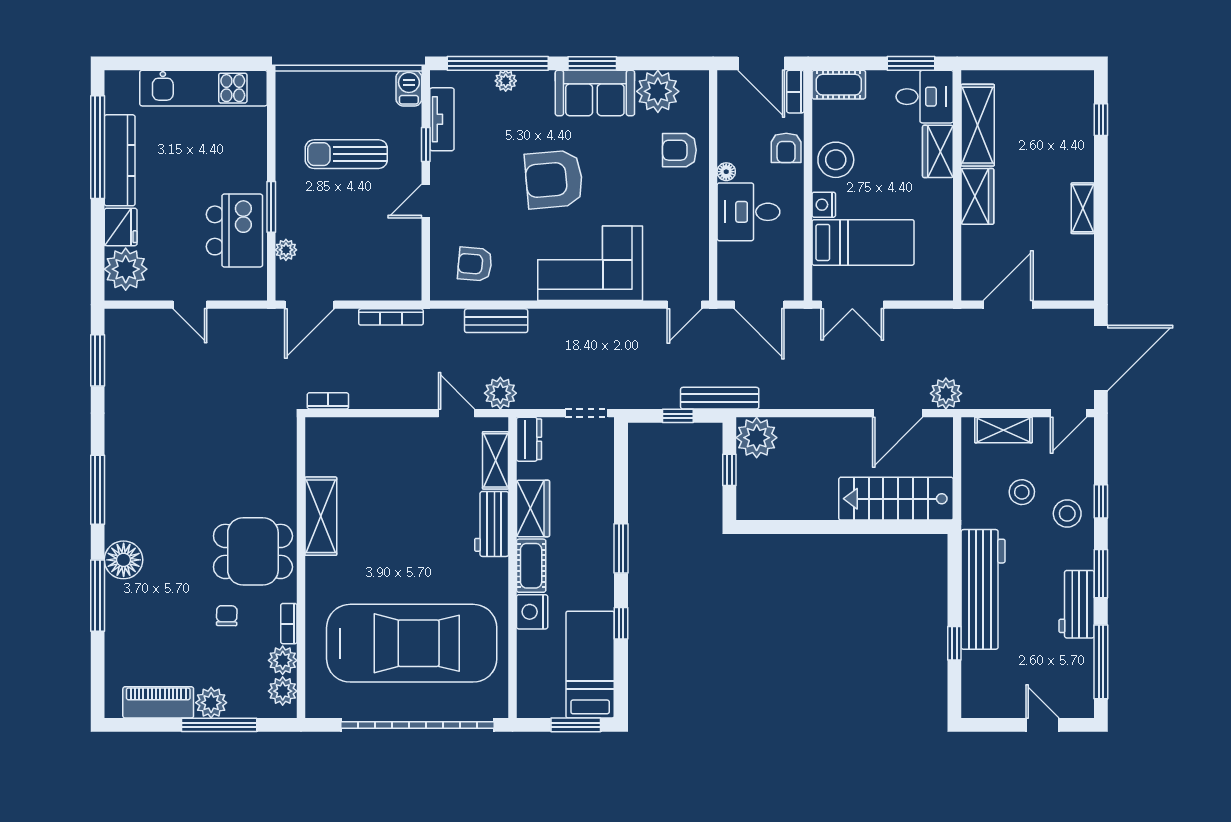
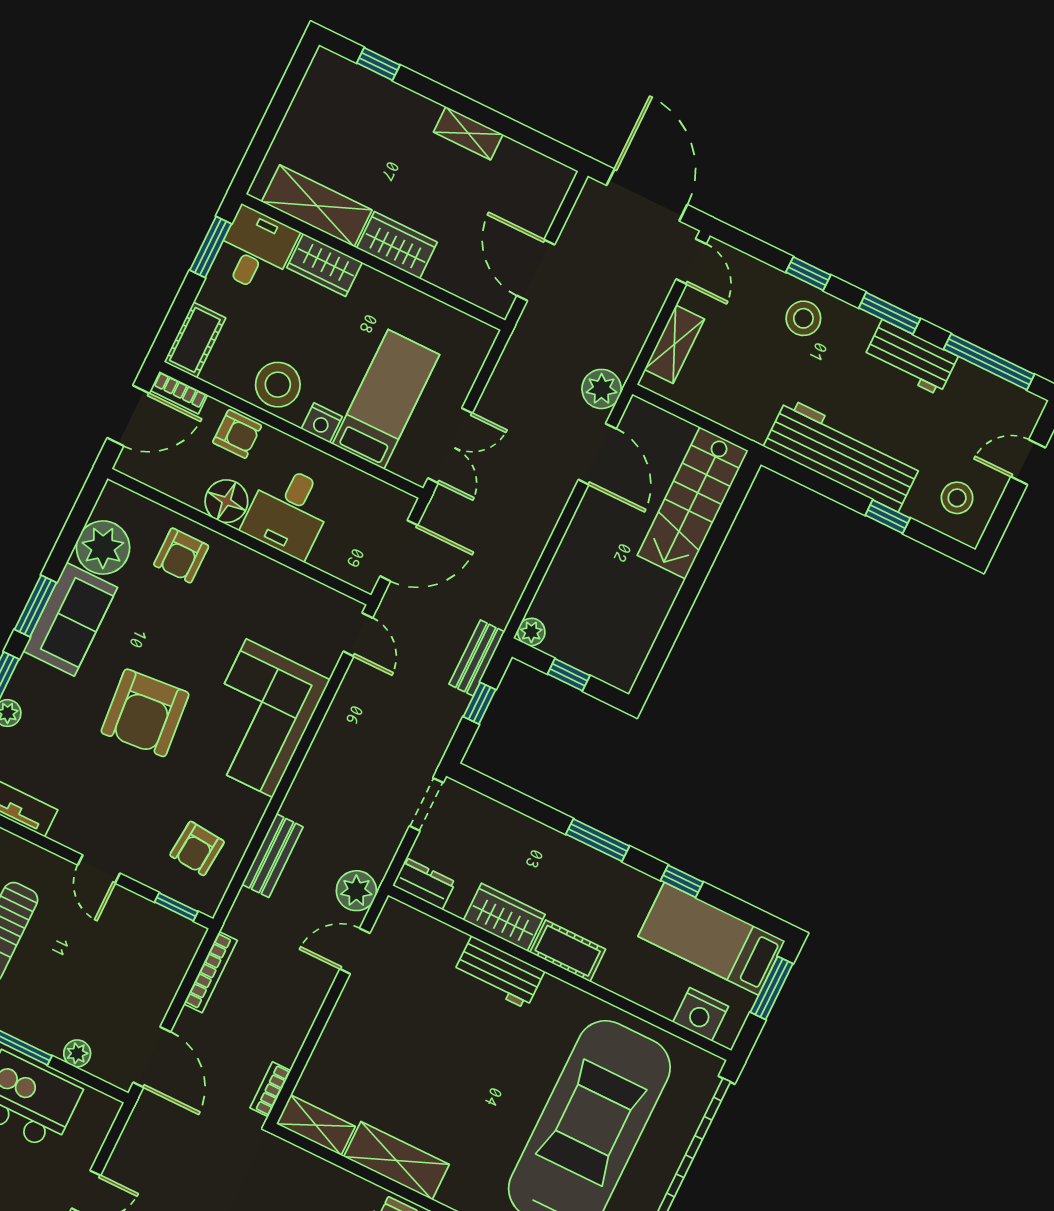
window: (426, 144) -> (176, 907), moved
floor lamp: (726, 172) -> (226, 501), width x1.89, depth x1.89
bench: (720, 398) -> (477, 658), width x0.73
plant: (757, 438) -> (531, 632), width x0.53, depth x0.53
shelving: (496, 460) -> (316, 1125), moved
stool: (1022, 492) -> (957, 498), moved
nightstand: (532, 612) -> (701, 1014), moved

